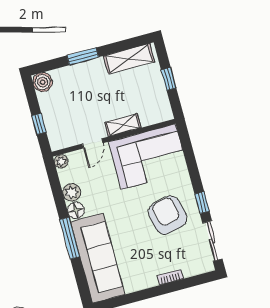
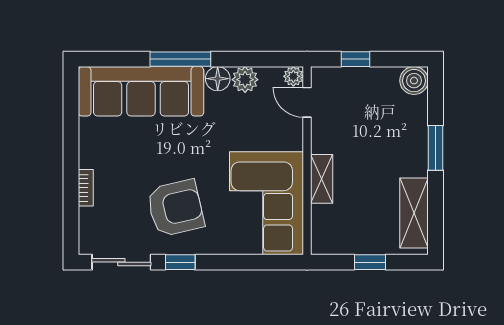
door: (93, 143) -> (307, 102), moved

